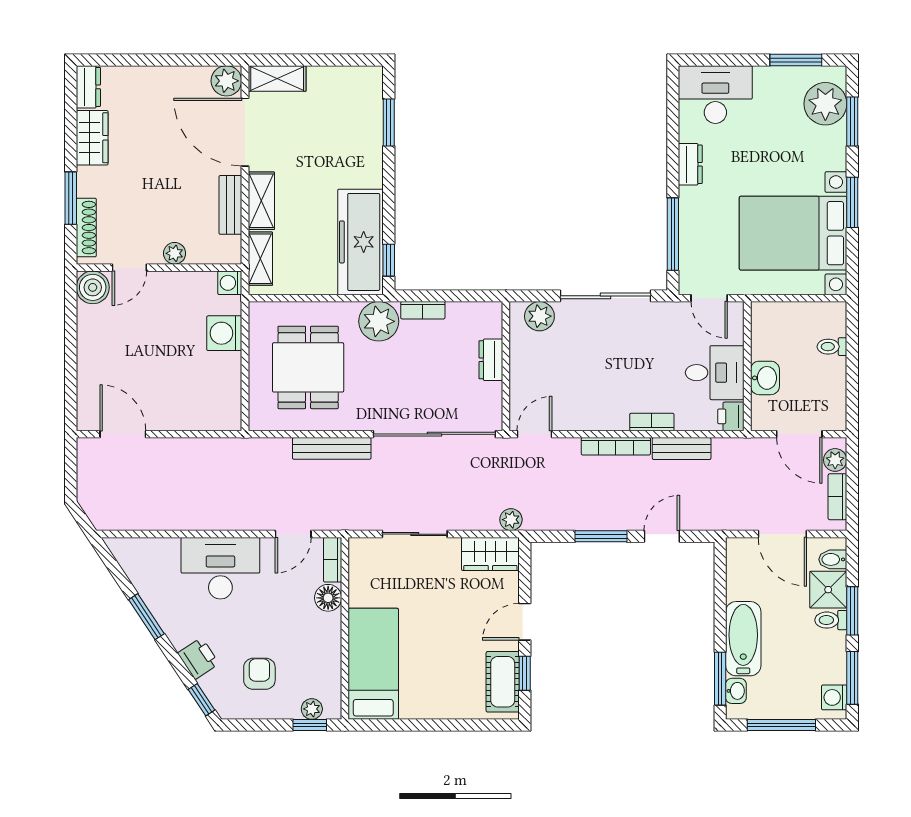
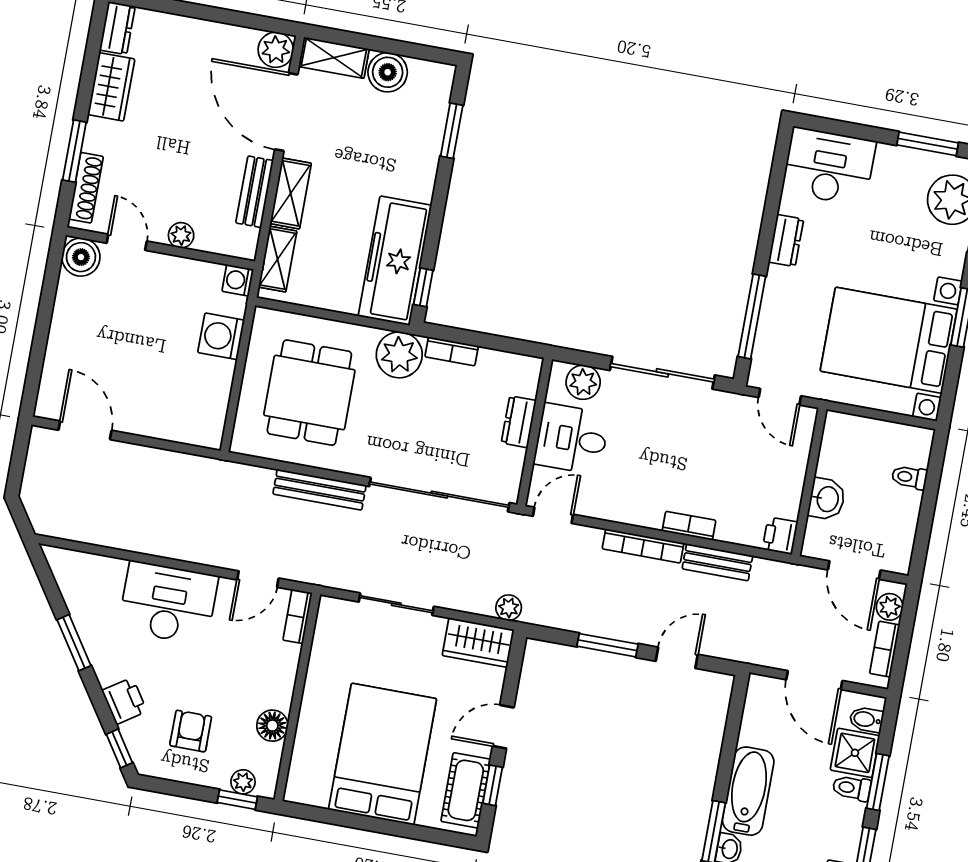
boiler: (325, 83) -> (388, 72), added
door: (129, 268) -> (127, 242), swing flipped
desk: (715, 373) -> (572, 439), moved, turned 180
floor lamp: (328, 598) -> (272, 726), moved
bed: (373, 664) -> (383, 754), moved, width x1.50

